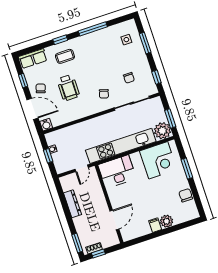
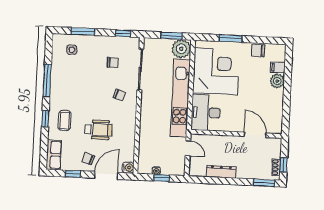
corner desk: (158, 160) -> (216, 71), width x1.36, depth x1.36
filing cabinet: (155, 225) -> (278, 68), moved

